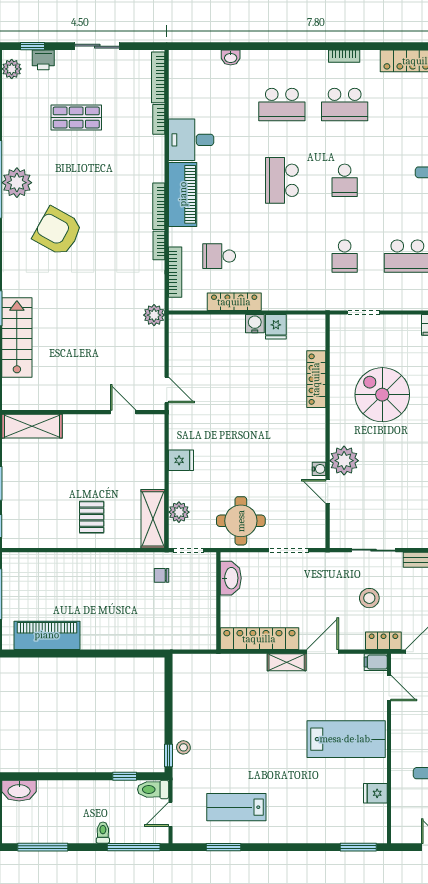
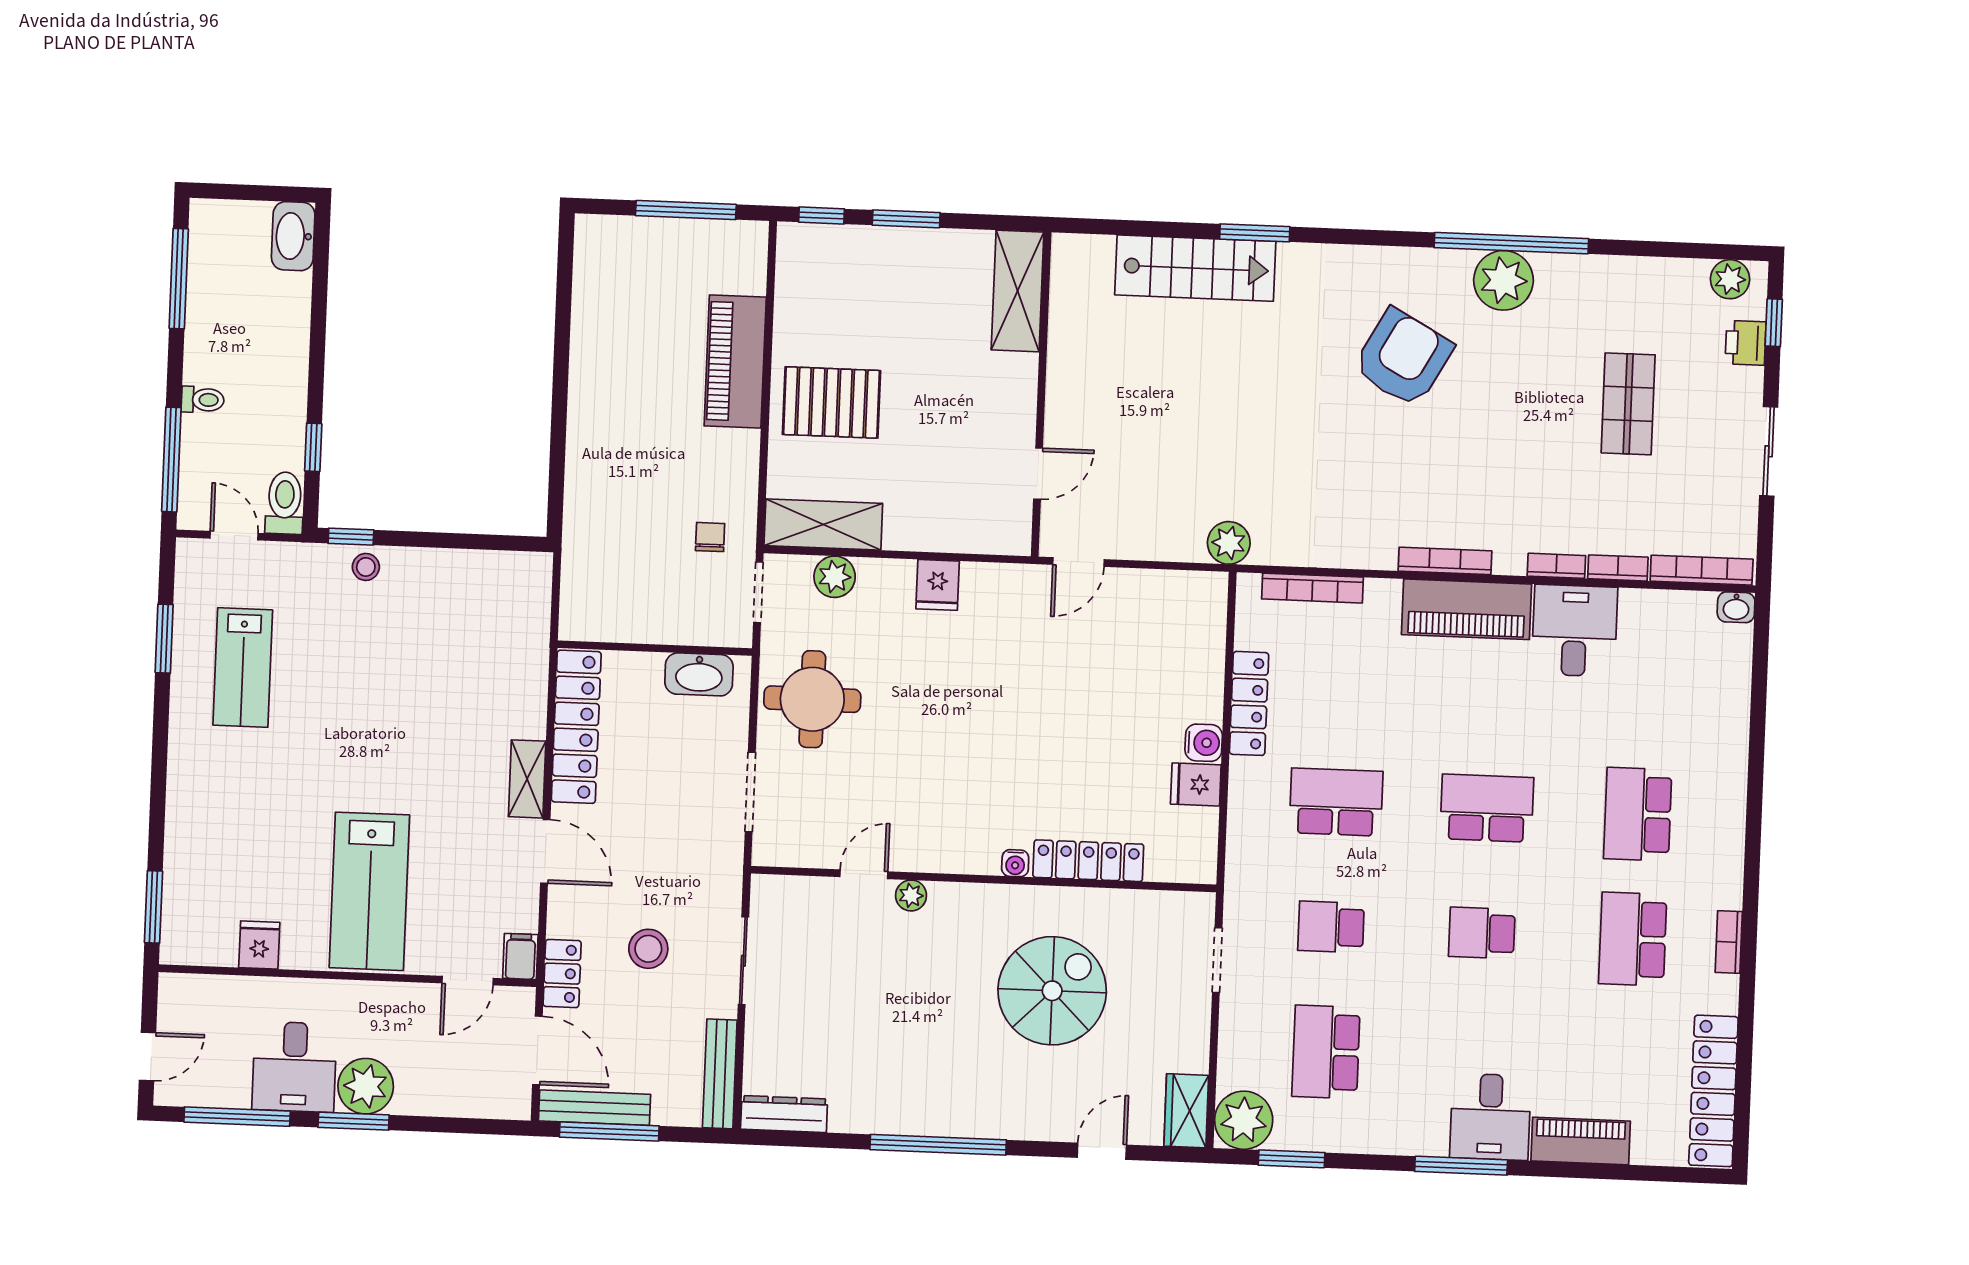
washbasin: (231, 58) -> (1736, 607), moved, turned -90
bookcase: (159, 246) -> (1556, 566), moved
school desk: (219, 256) -> (1336, 802), moved, width x1.85
plant: (344, 461) -> (911, 895), width x0.53, depth x0.53
water cooler: (319, 469) -> (1015, 863), moved
pallet: (92, 517) -> (831, 402), width x1.50, depth x1.42
piano: (47, 635) -> (735, 362), moved, turned 180
lab bench: (236, 807) -> (243, 668), turned 180

